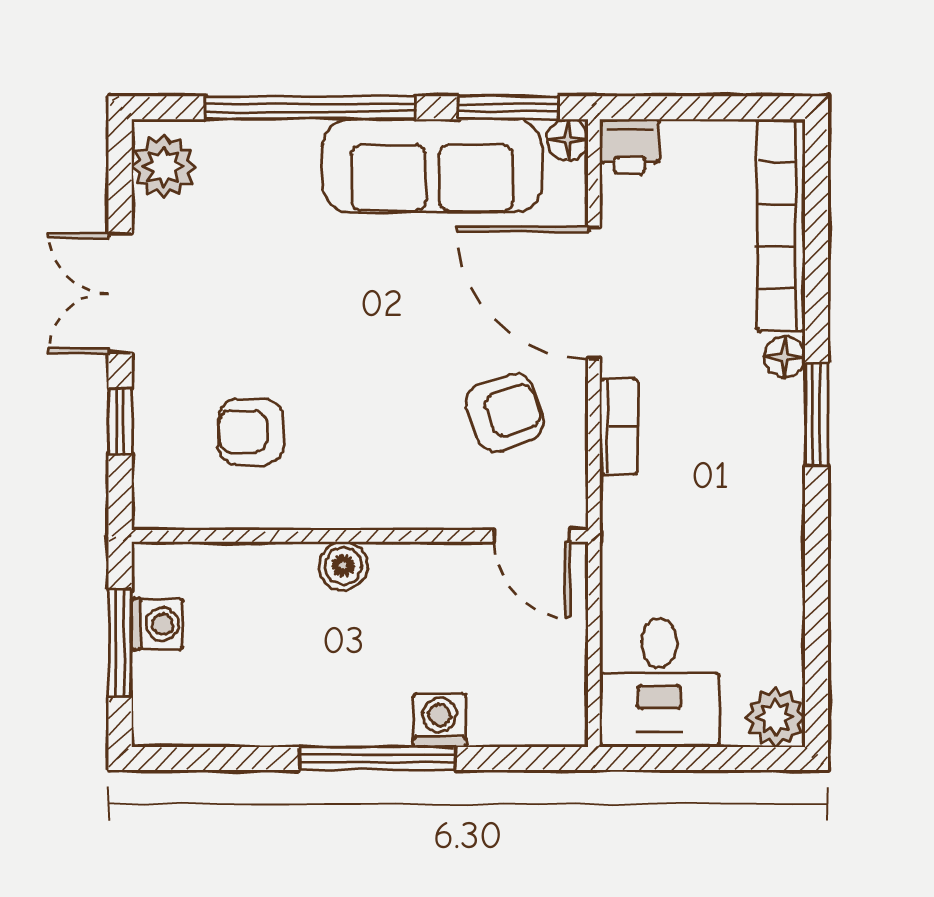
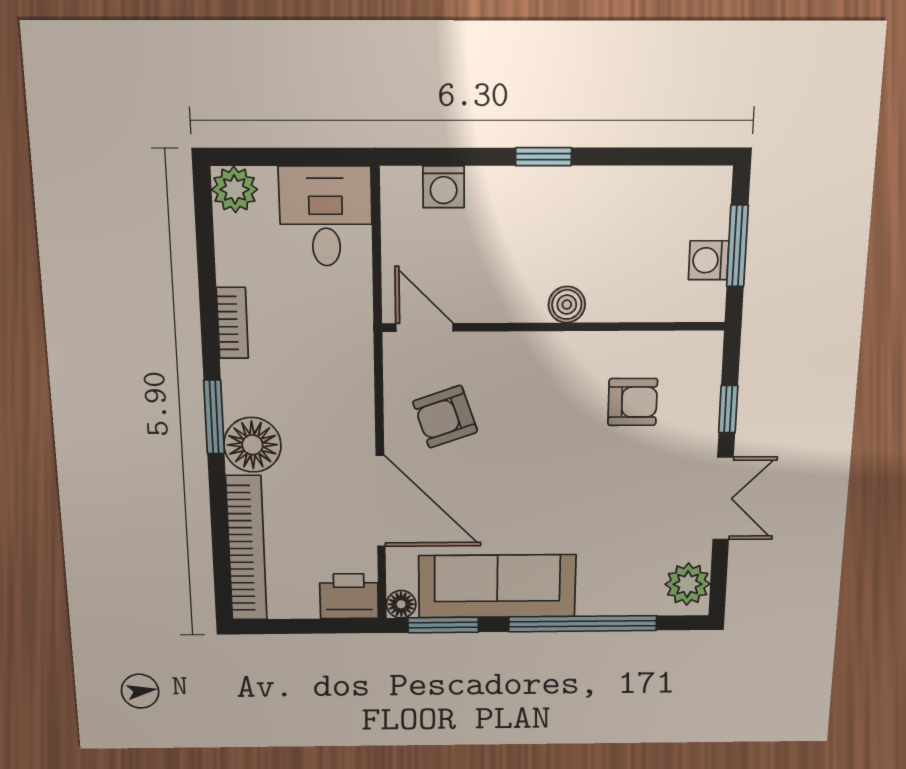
printer: (629, 146) -> (349, 596), width x1.36, depth x1.24
floor lamp: (785, 357) -> (252, 445), width x1.89, depth x1.89
bookcase: (619, 426) -> (232, 323), moved, turned 180
washing machine: (440, 720) -> (444, 187), moved
window: (377, 758) -> (544, 157), width x0.46

